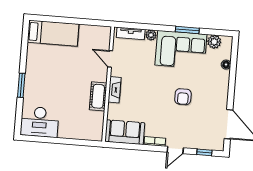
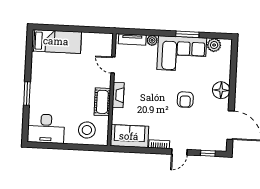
floor lamp: (226, 65) -> (221, 90), moved, width x1.89, depth x1.89
stool: (81, 125) -> (87, 130), added

